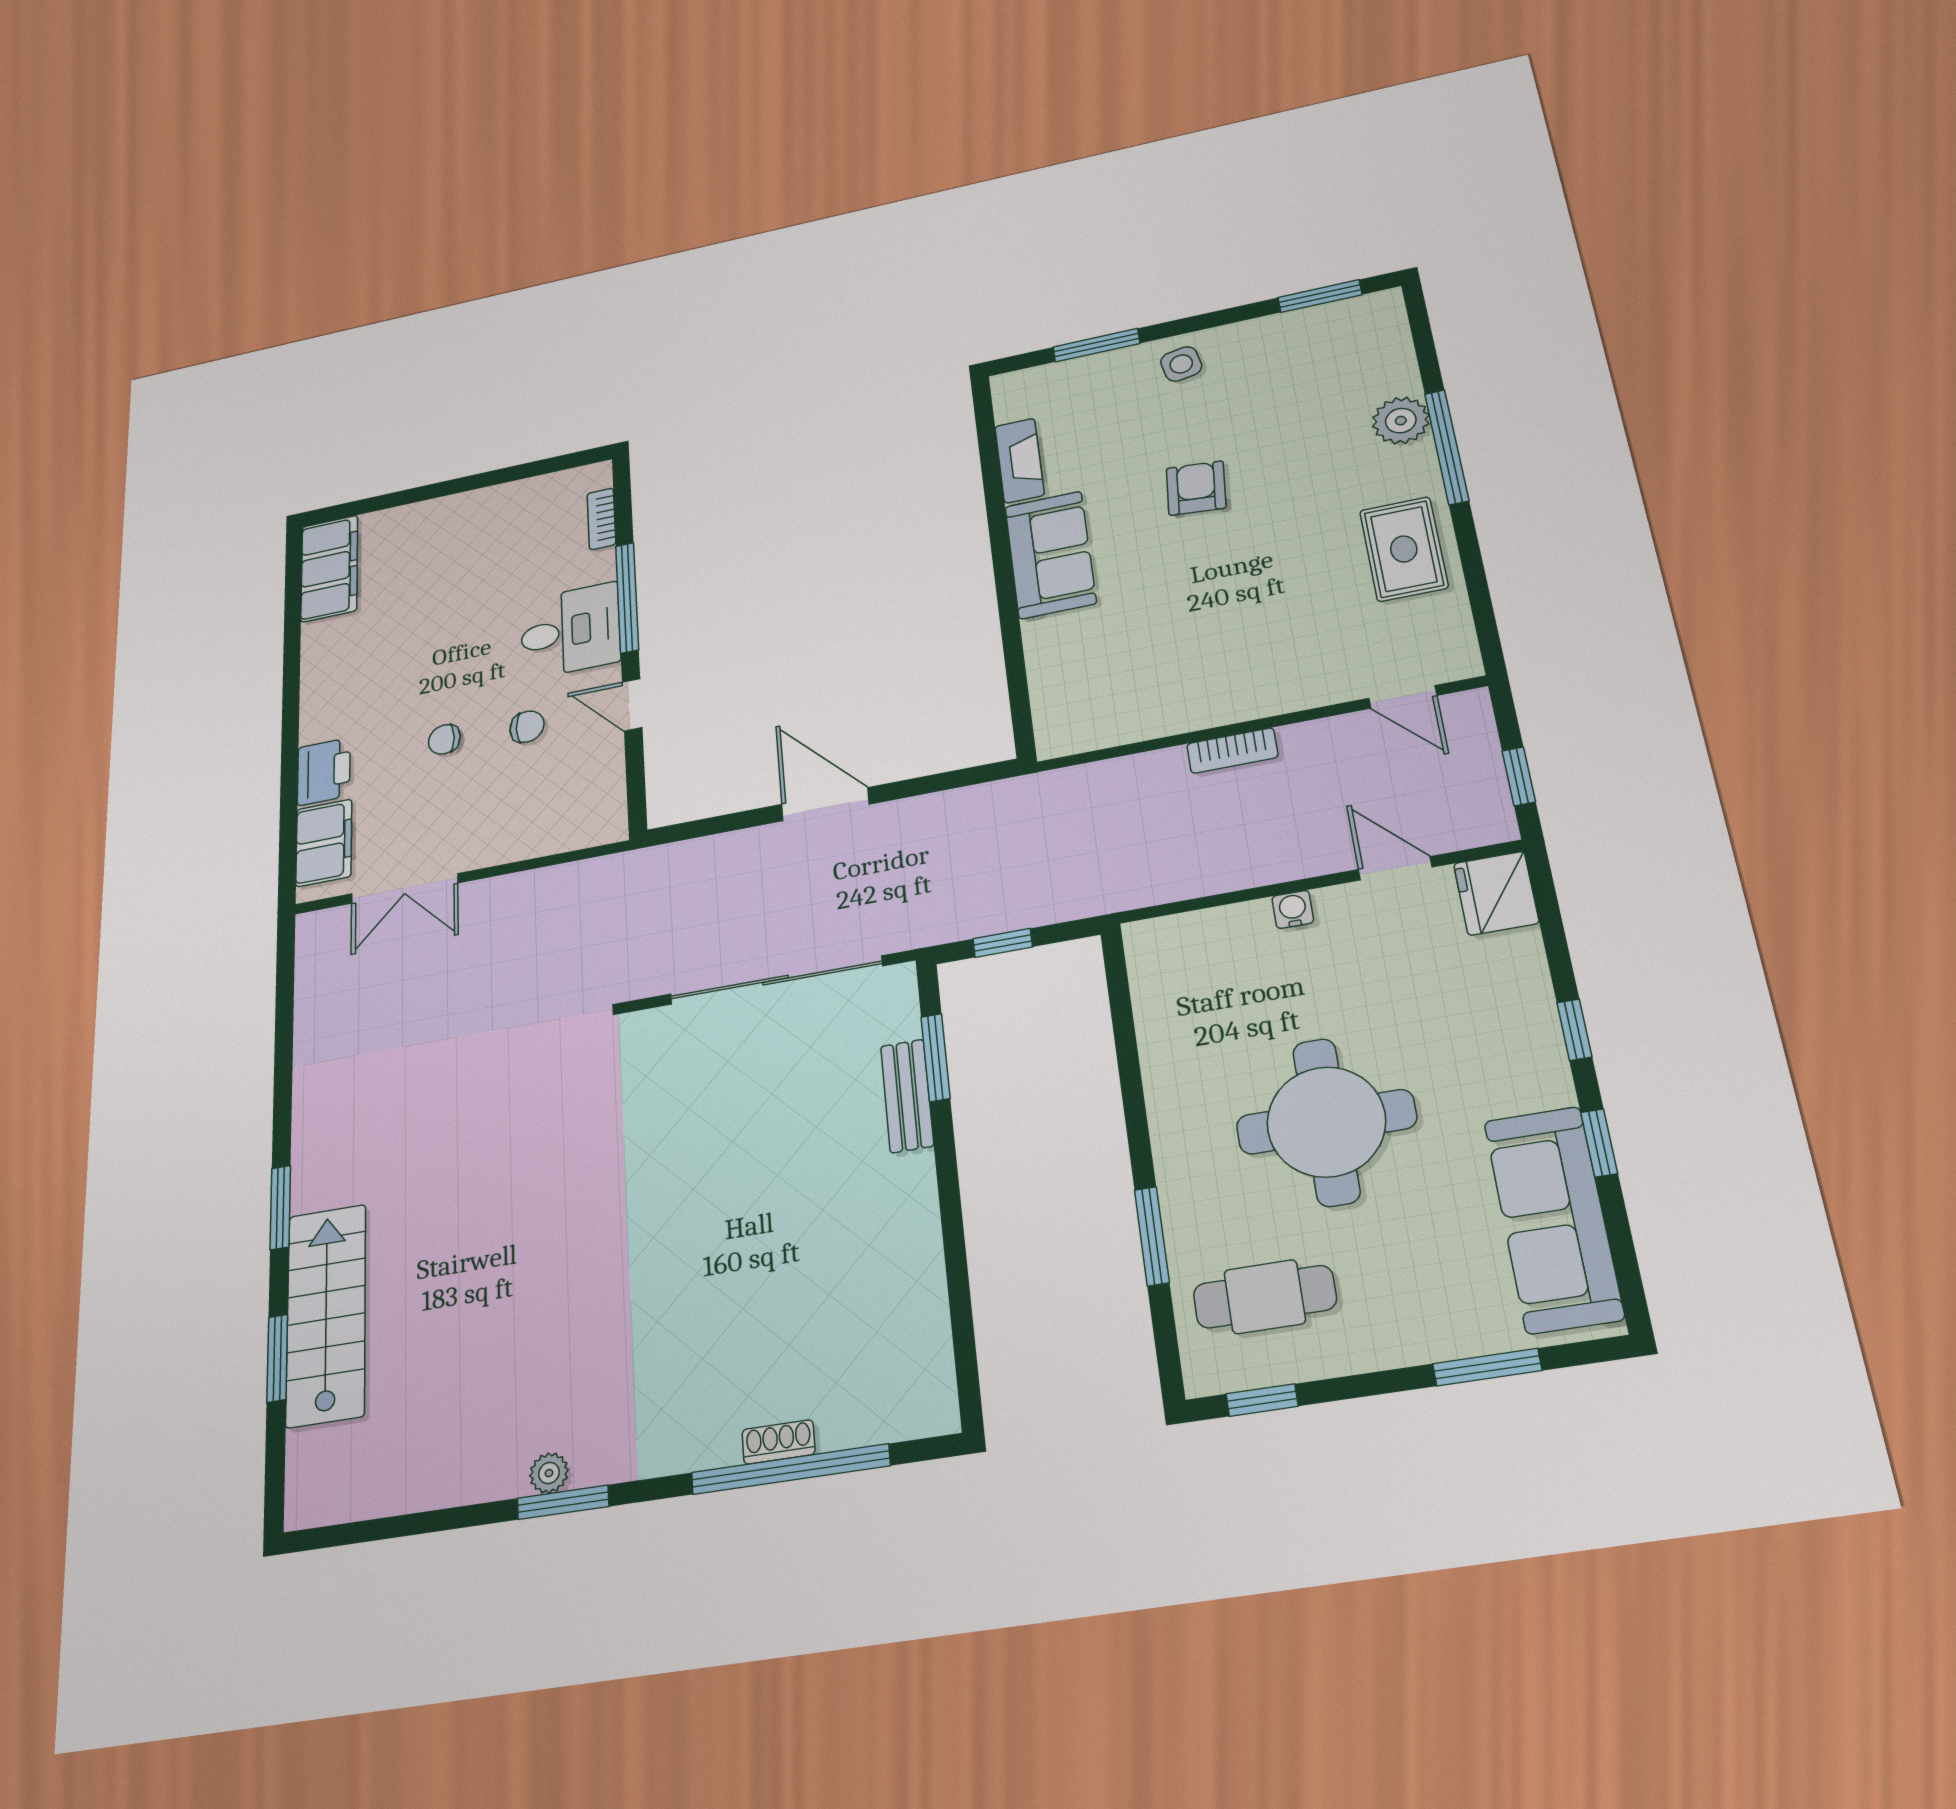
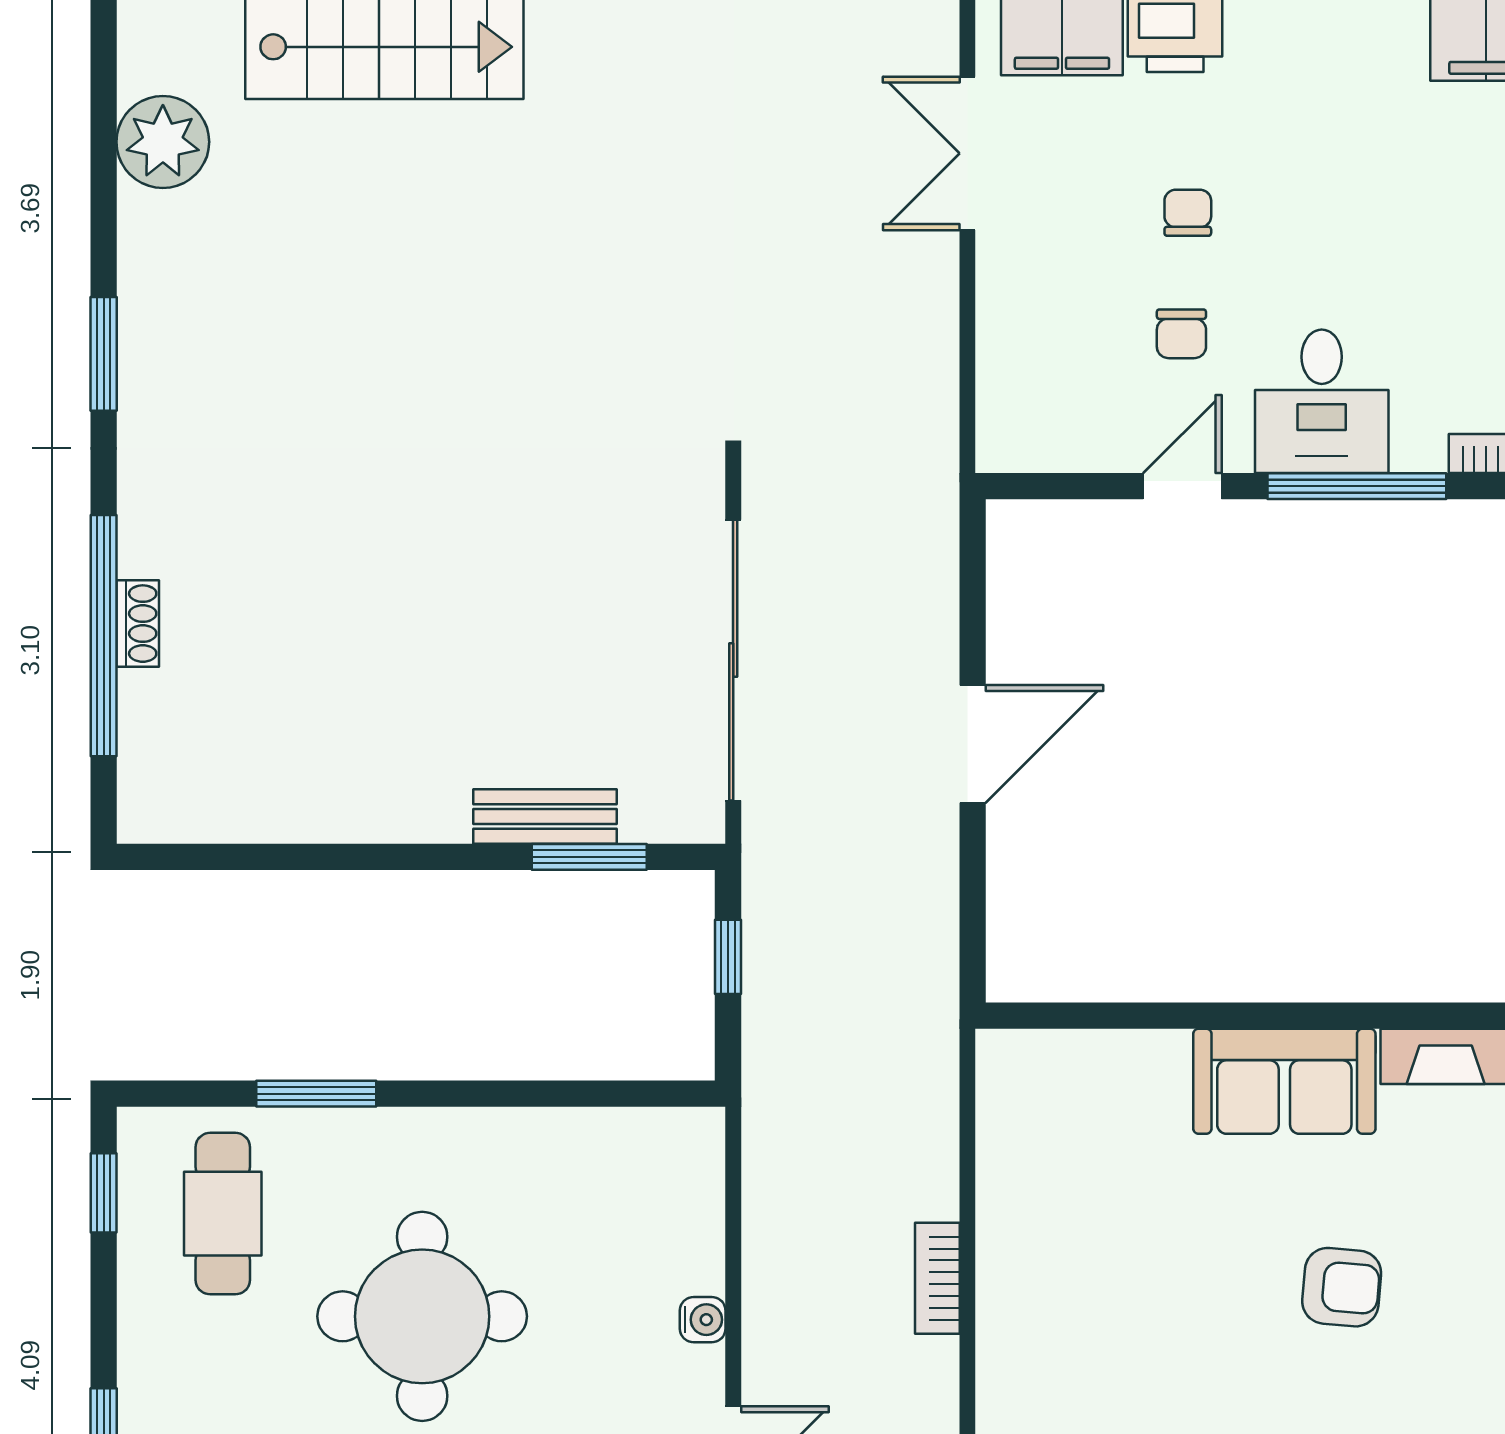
plant: (549, 1473) -> (163, 142), moved, width x1.88, depth x1.88

